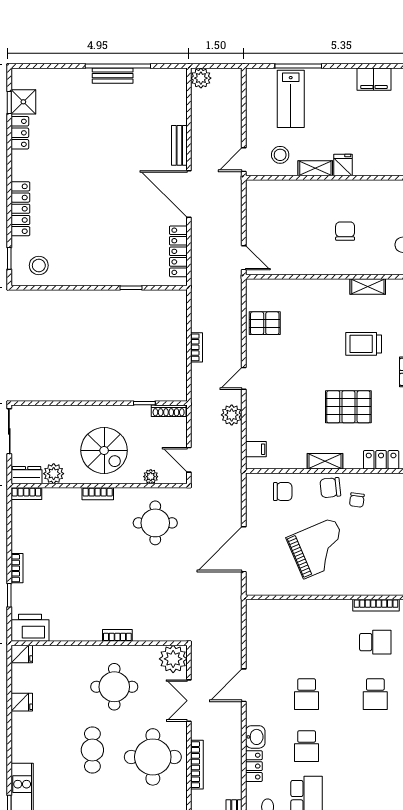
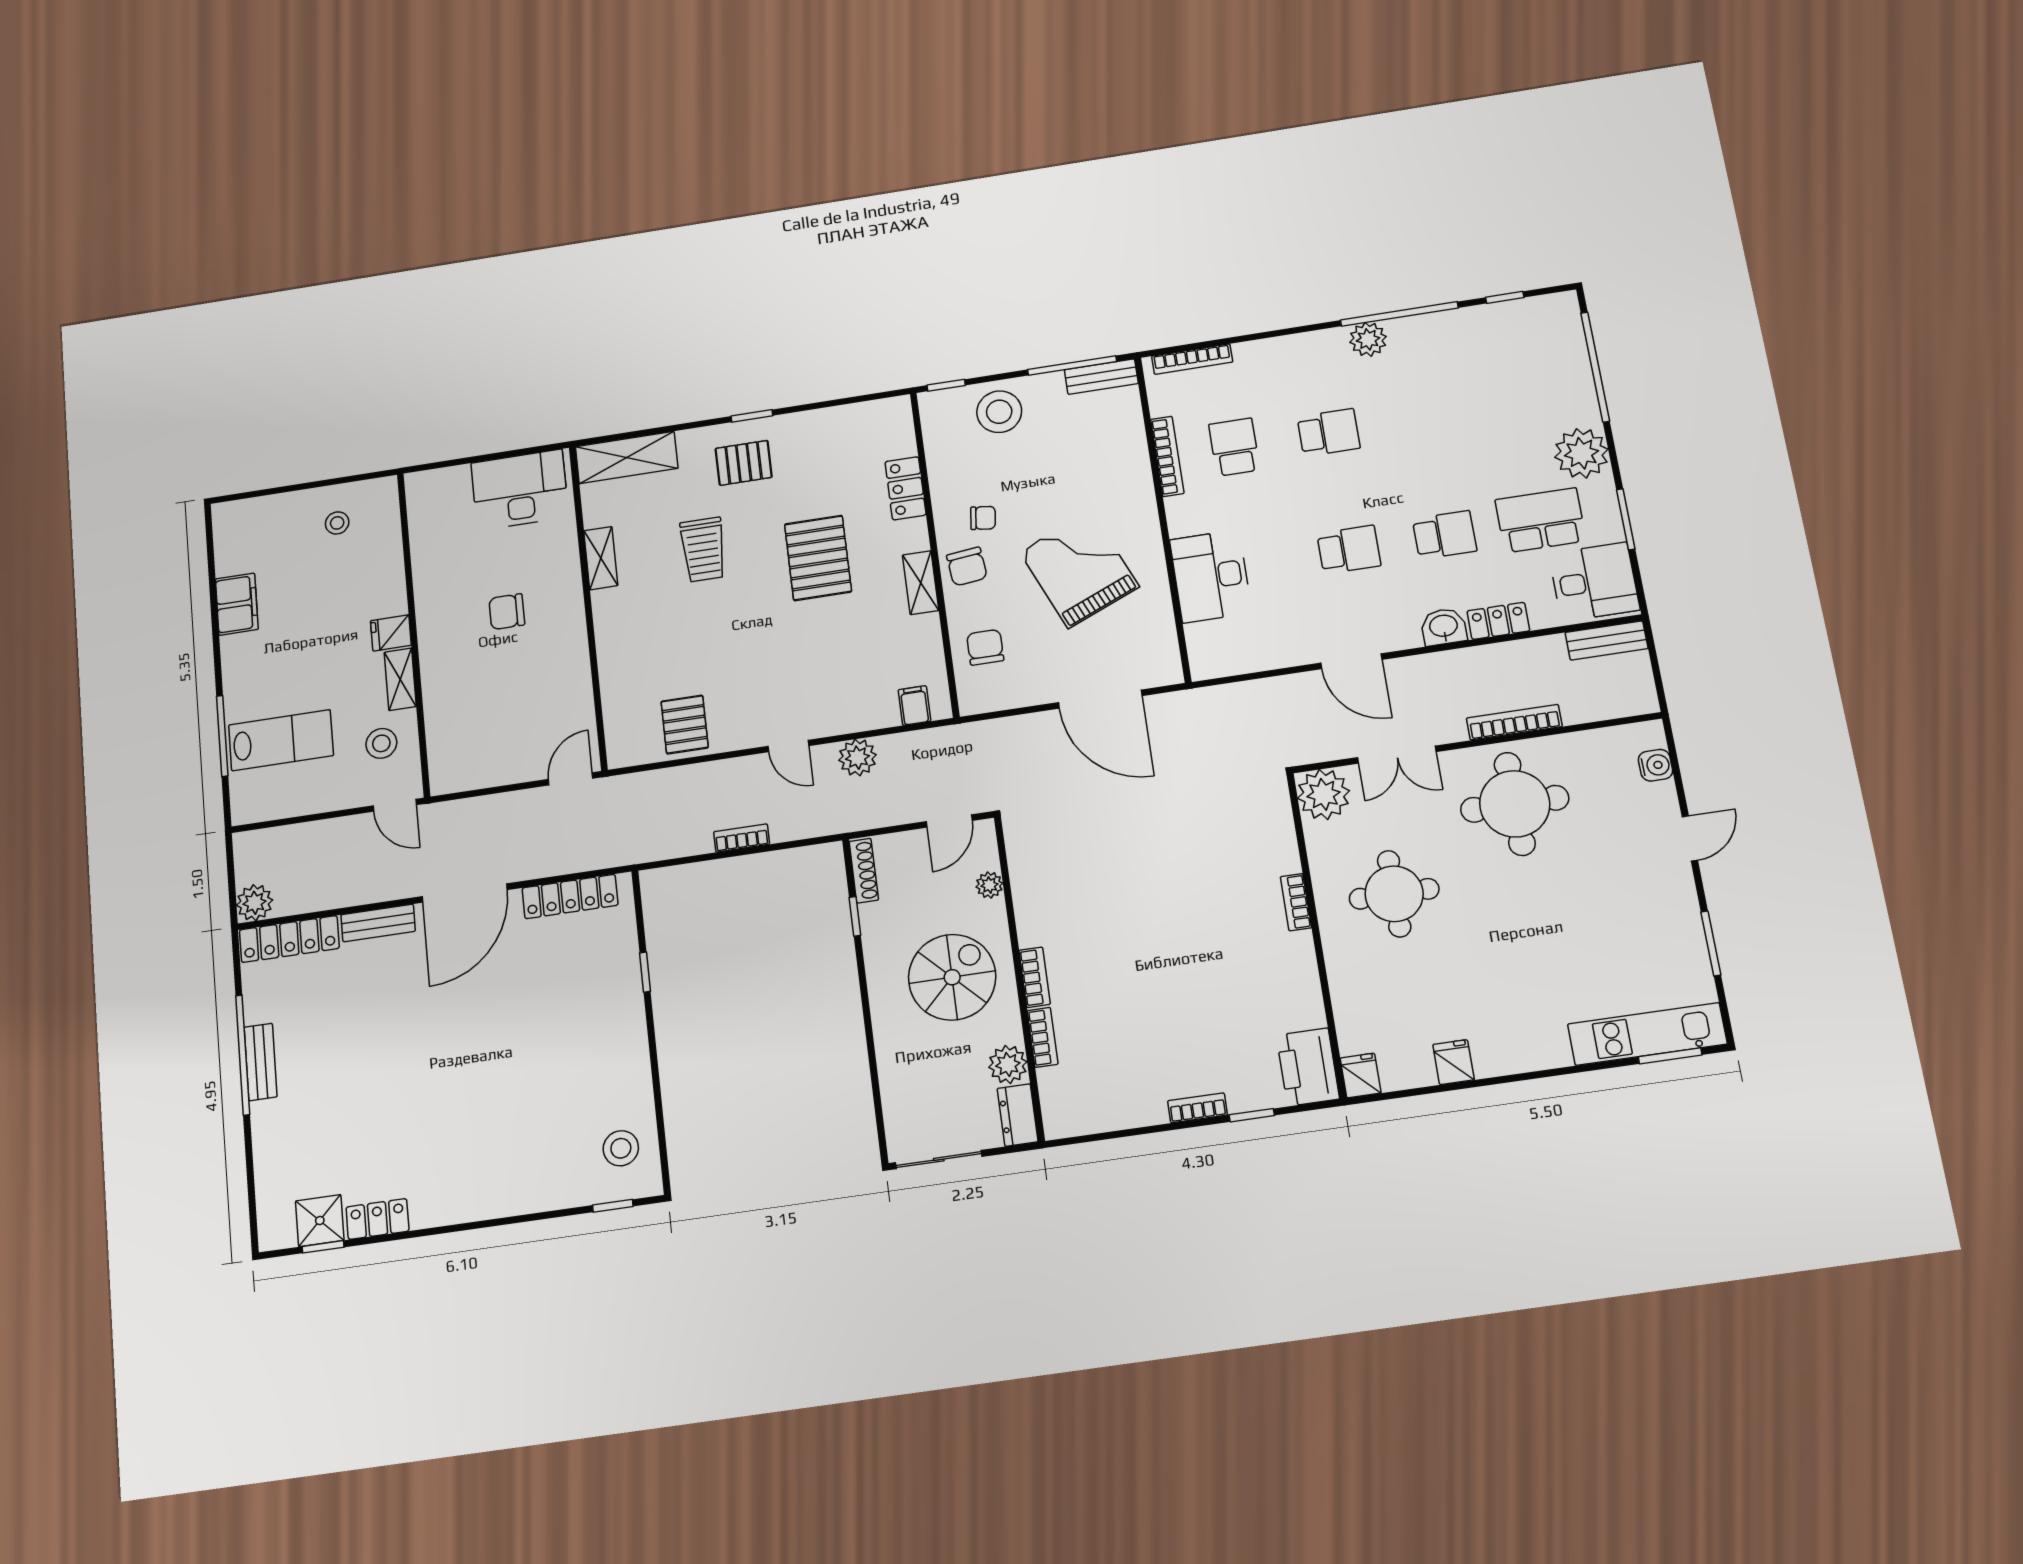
locker: (20, 209) -> (289, 939), moved, turned 180
bookcase: (26, 494) -> (1043, 1037), moved
round table: (155, 523) -> (1074, 864), removed
desk: (303, 618) -> (1211, 576), added
cafe table: (92, 750) -> (1522, 917), removed

